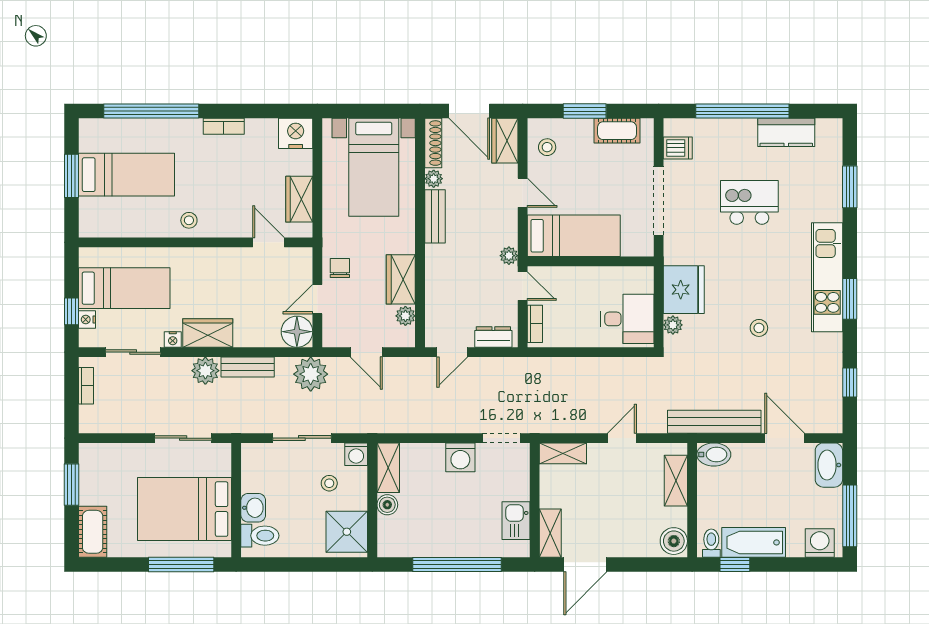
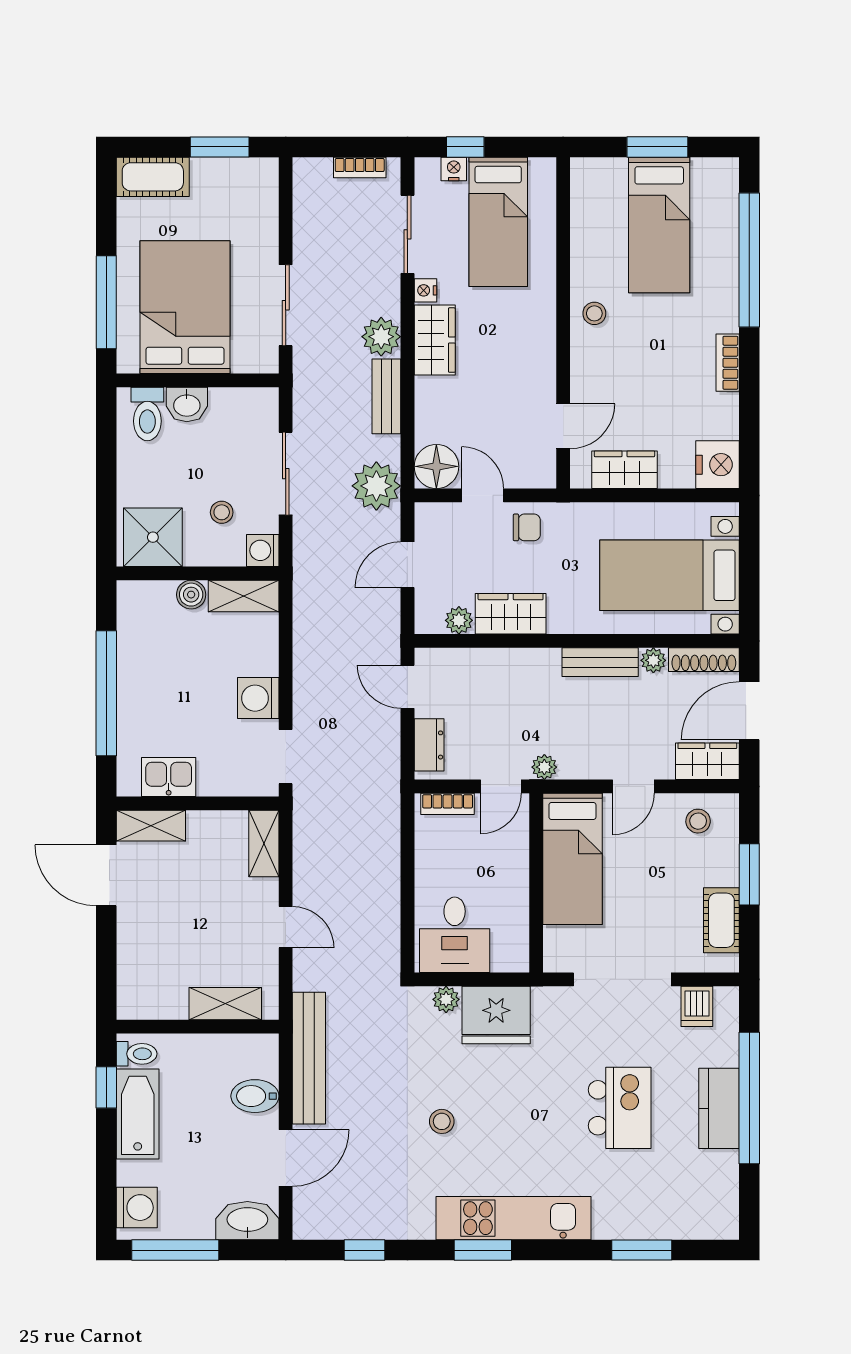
kitchen counter: (786, 132) -> (719, 1108), moved
bidet: (714, 455) -> (255, 1096), moved, turned 90
boiler: (674, 541) -> (140, 1001), removed

